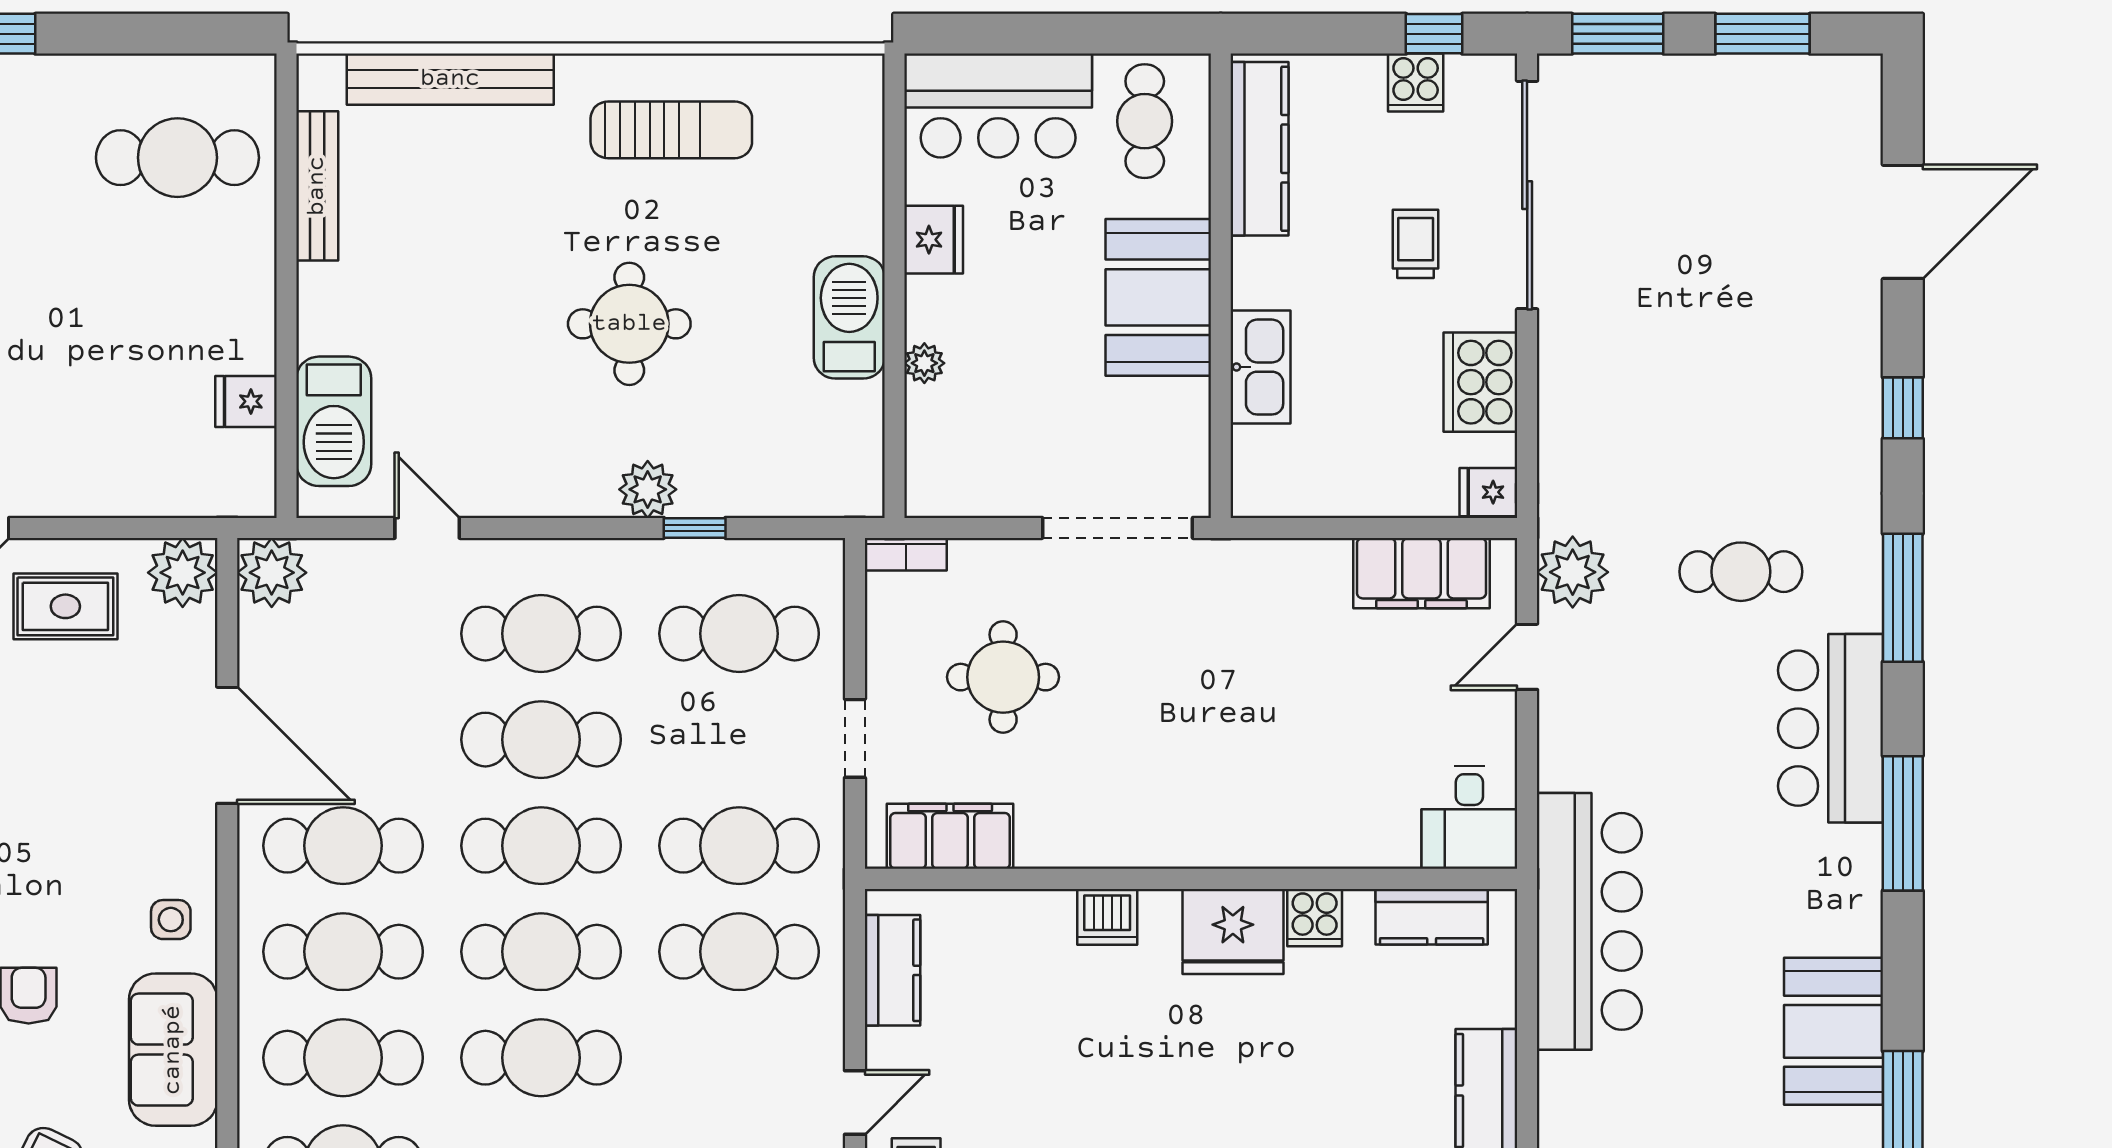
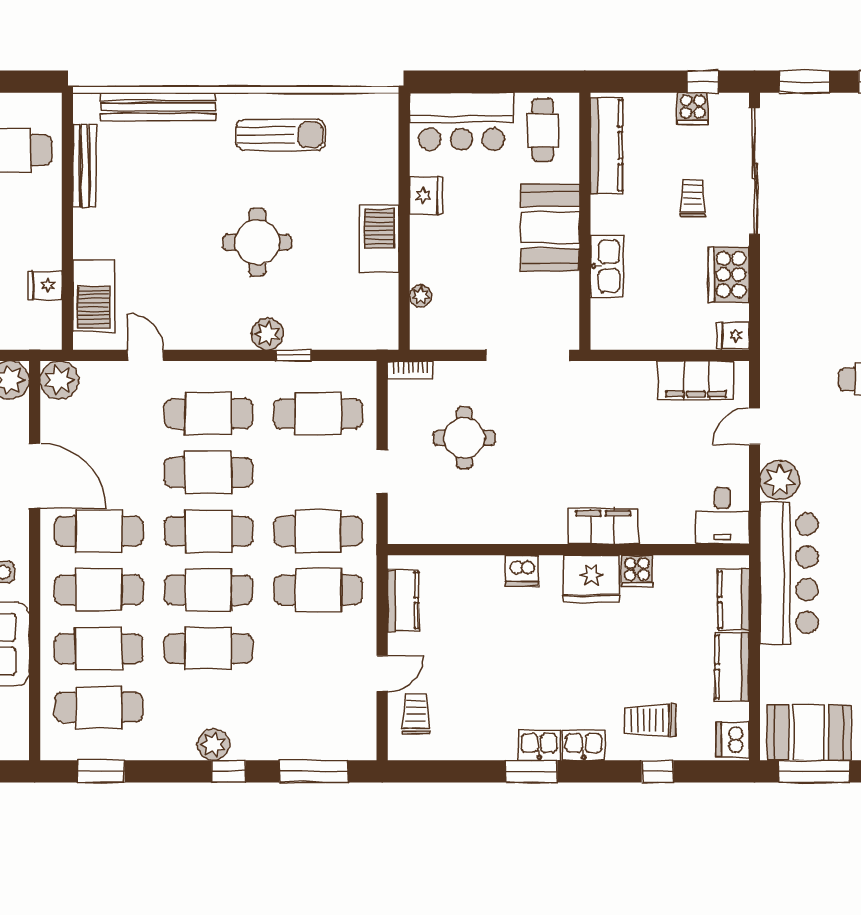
plant: (924, 363) -> (421, 296), moved
plant: (1573, 572) -> (780, 480), moved
filing cabinet: (950, 836) -> (603, 526), moved
kitchen counter: (1432, 917) -> (734, 600), moved, turned 90

